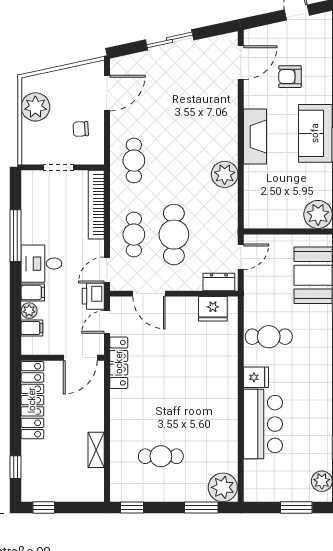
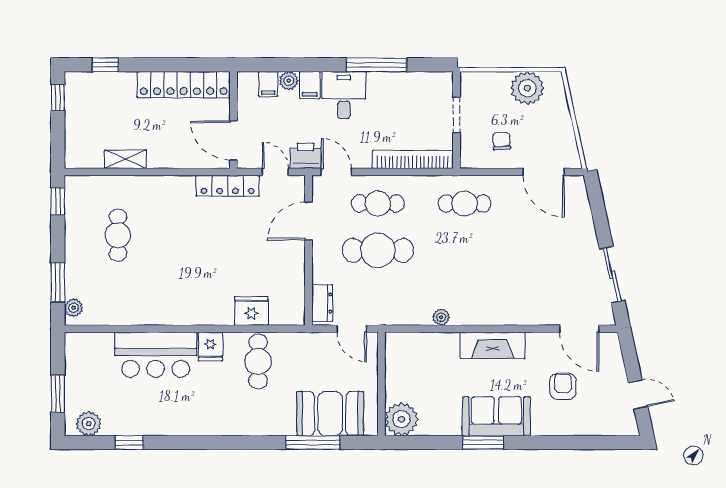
sliding door: (170, 40) -> (612, 275), moved
plant: (225, 174) -> (441, 317), width x0.53, depth x0.53
fridge: (213, 309) -> (251, 311), moved, turned 90
plant: (223, 487) -> (74, 308), width x0.53, depth x0.53

